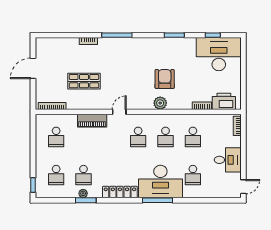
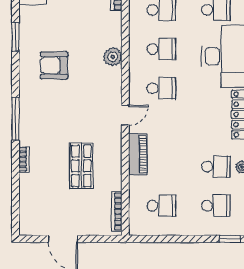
armchair: (165, 79) -> (54, 65), moved
door: (119, 112) -> (125, 115), swing flipped

